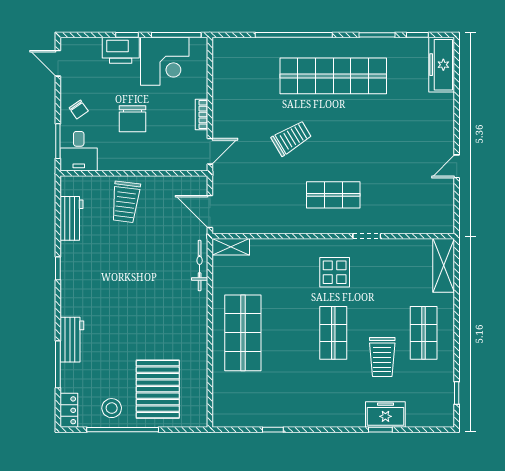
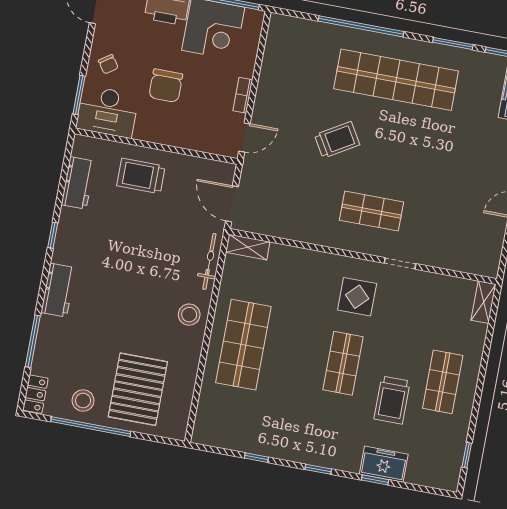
desk: (79, 151) -> (107, 112), width x1.37
trolley: (126, 202) -> (141, 176), turned 83
shelving: (444, 265) -> (484, 302), width x0.67, depth x0.75
stool: (190, 315) -> (189, 315), added
workbench: (72, 340) -> (58, 290), moved
window: (329, 430) -> (318, 469), added

